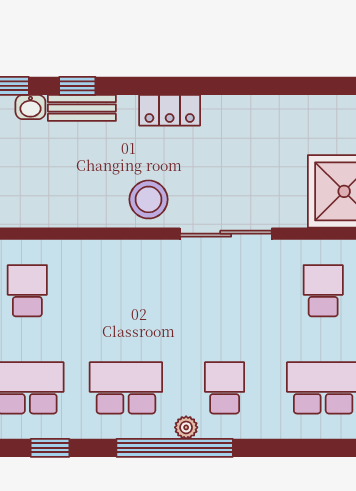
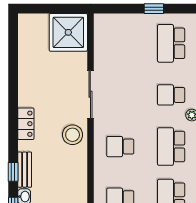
school desk: (323, 291) -> (120, 147), moved

